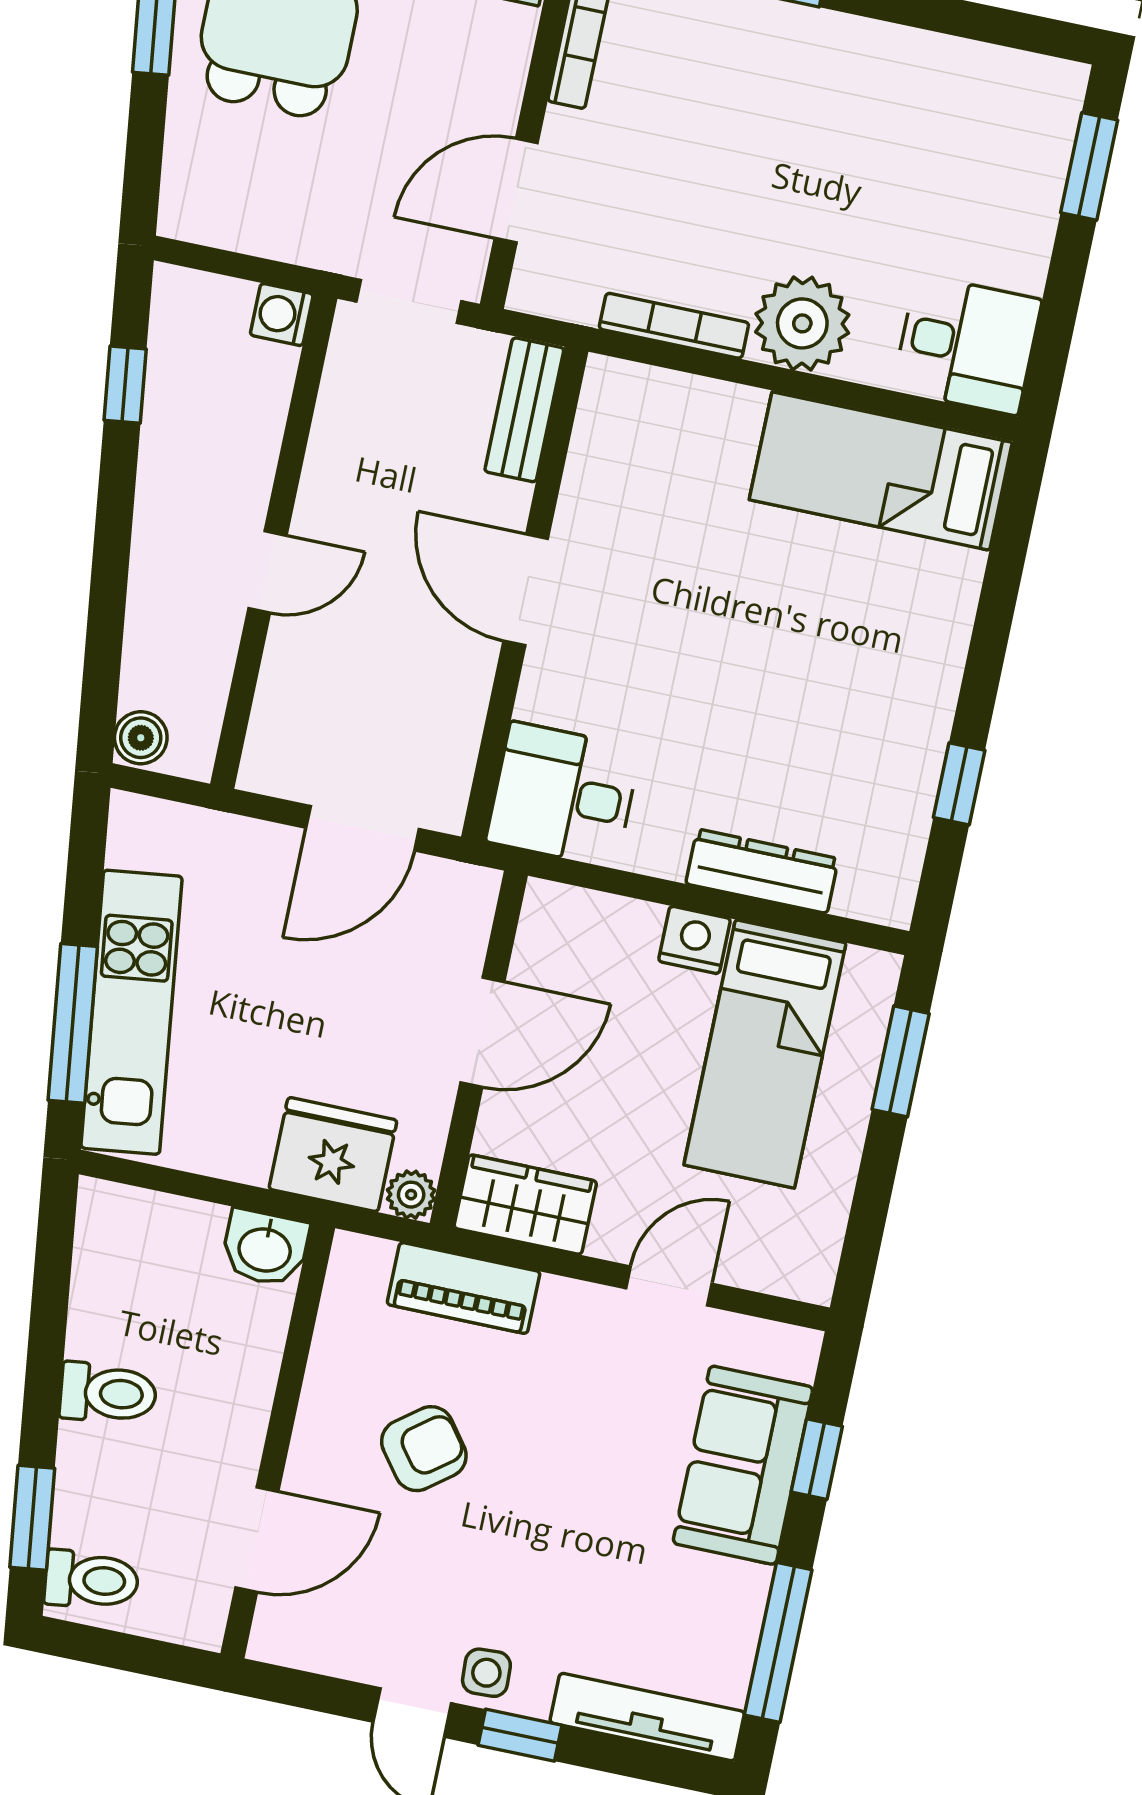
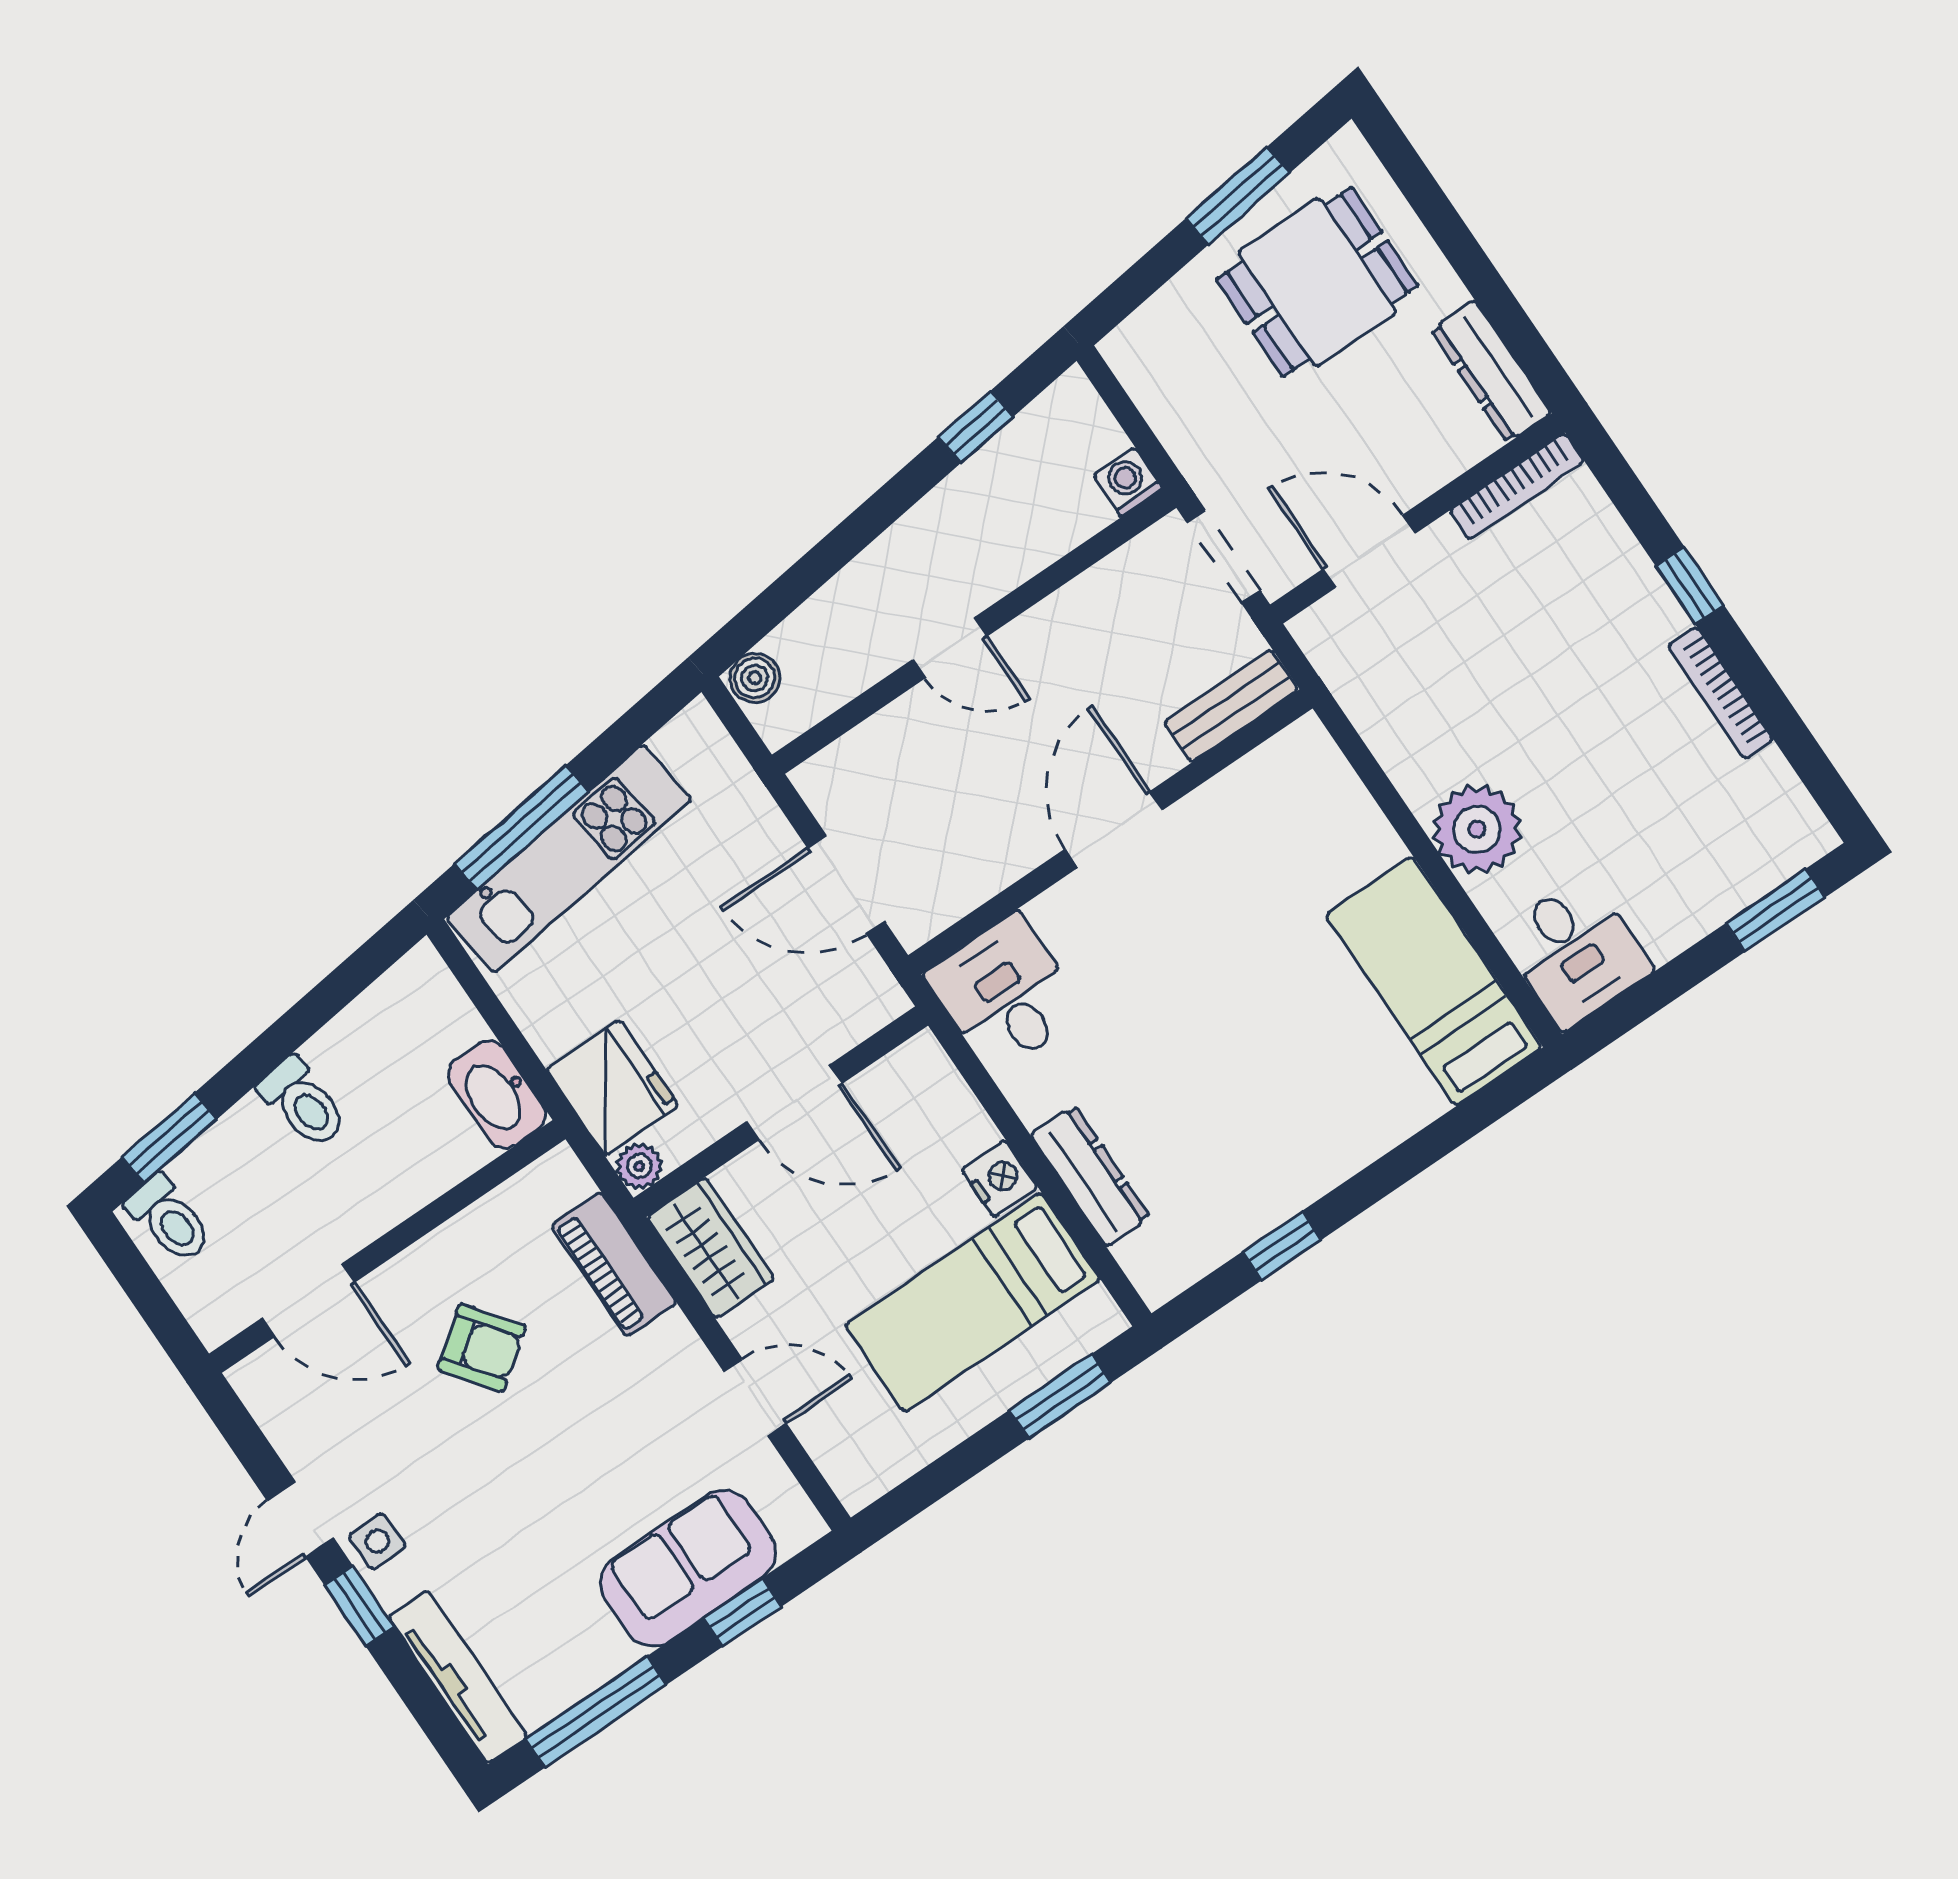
bookcase: (674, 326) -> (1721, 693), moved, turned 180
washbasin: (265, 1248) -> (497, 1095), width x1.38

